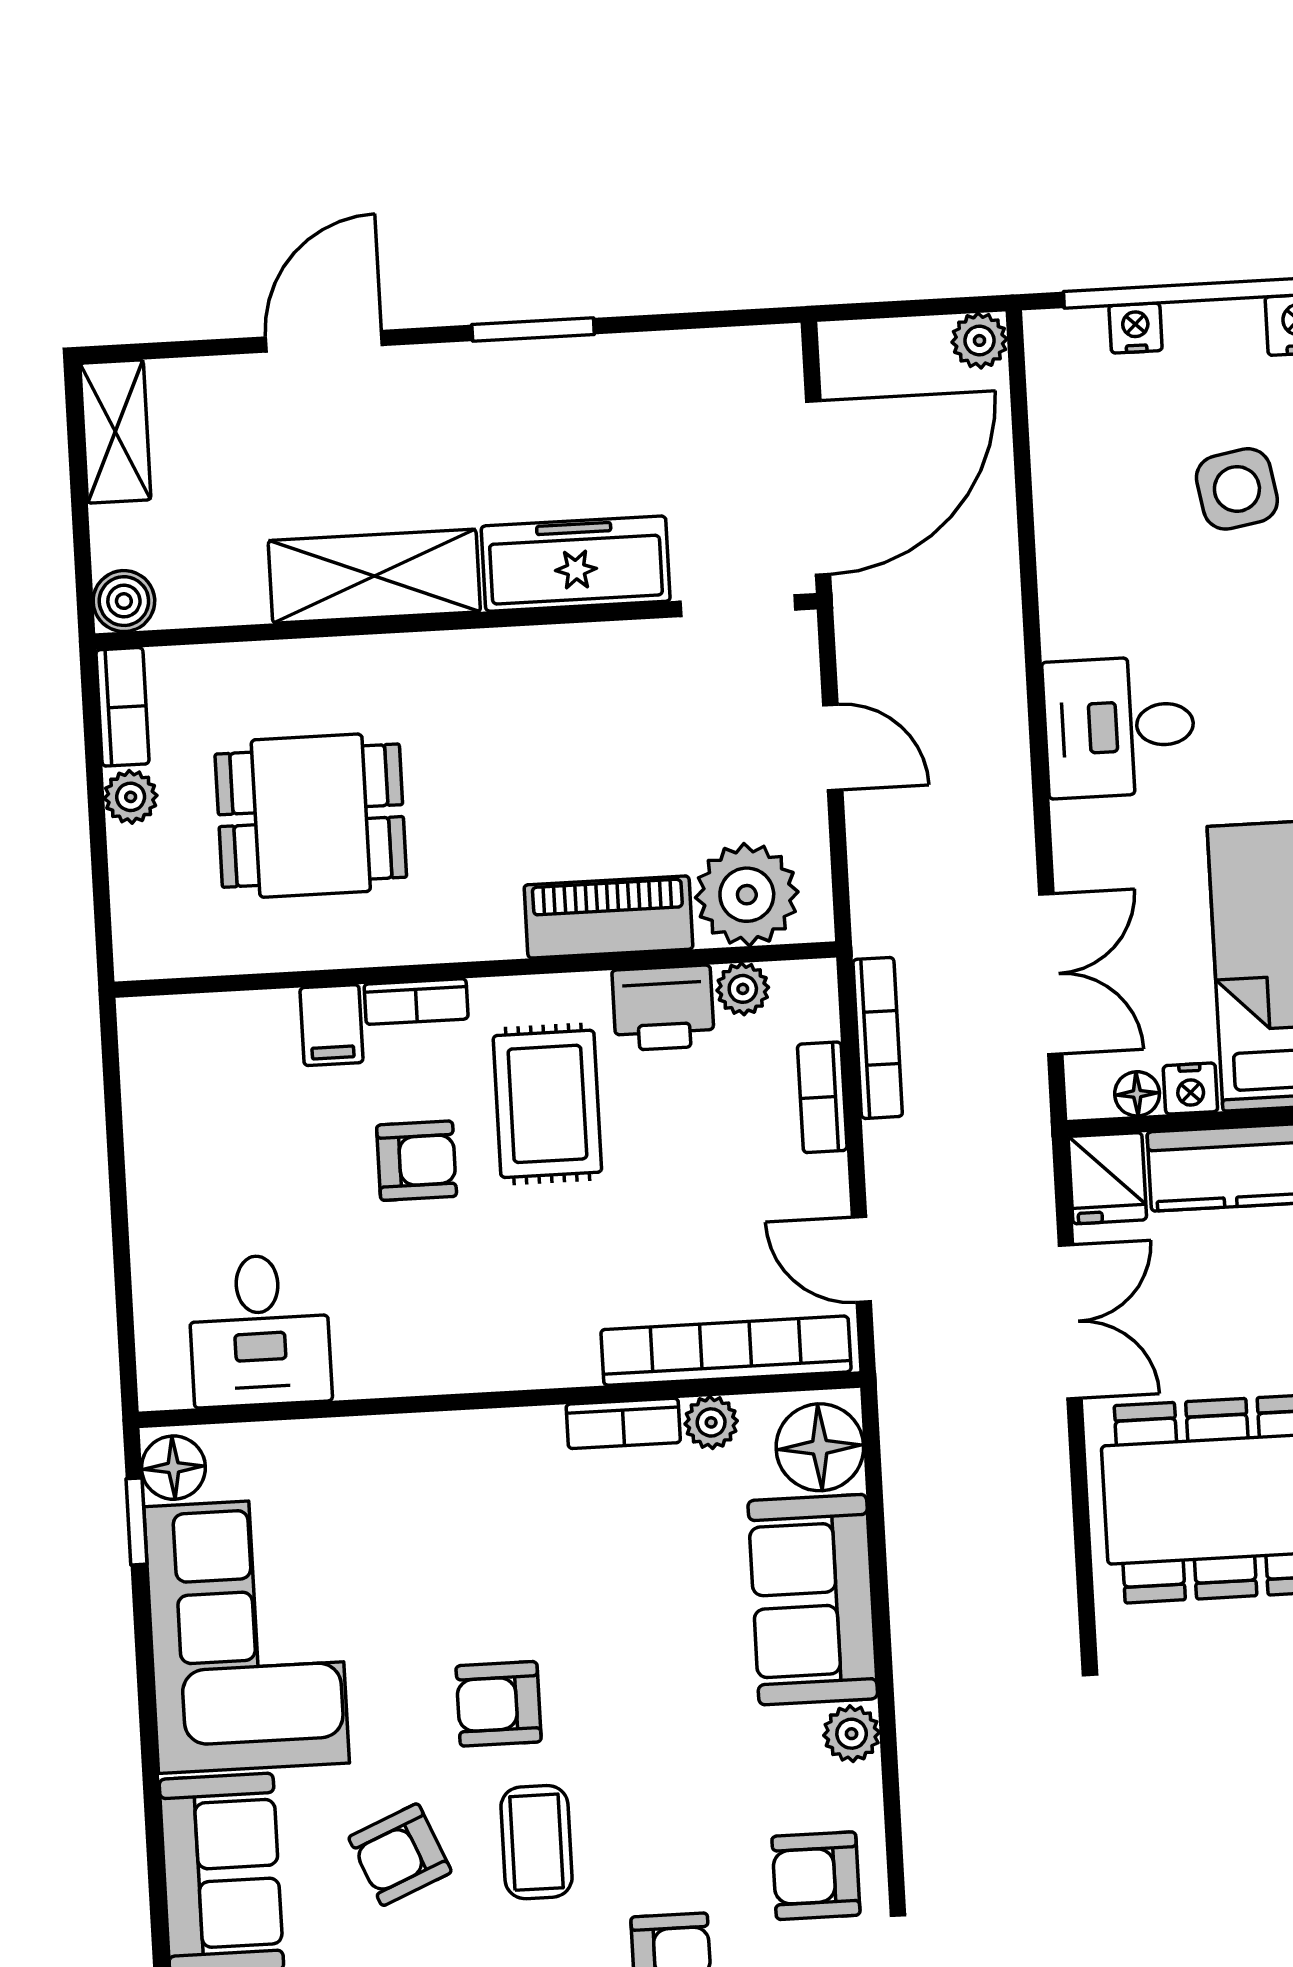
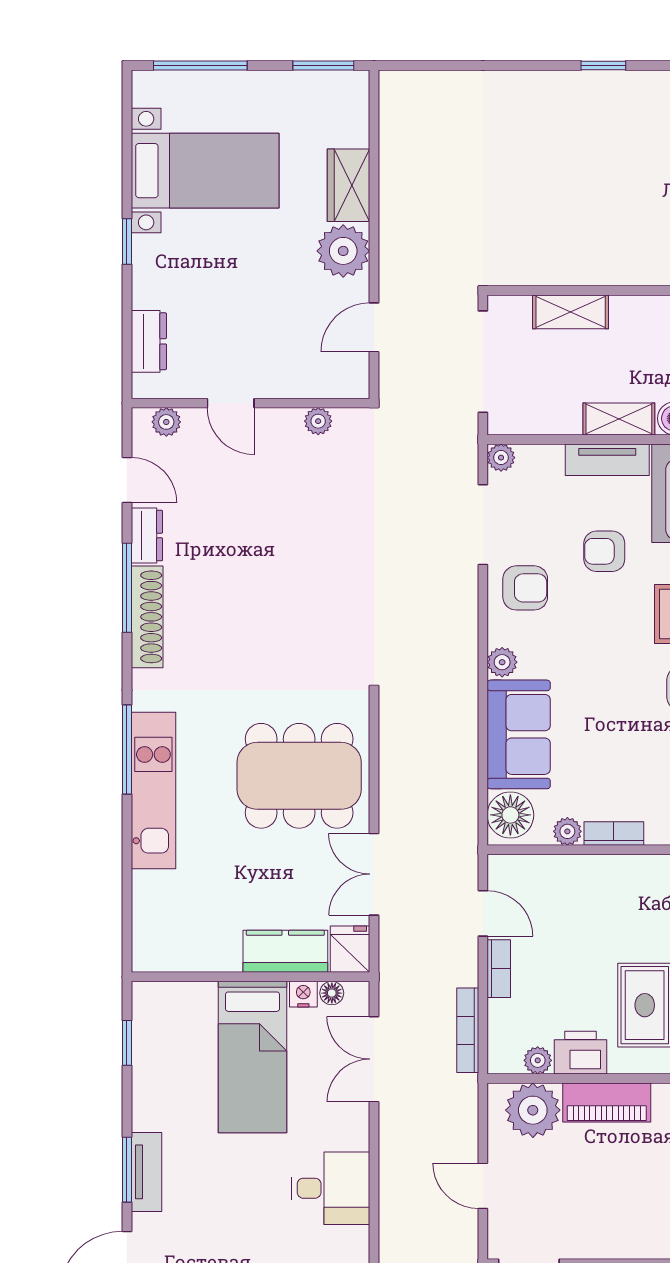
bookcase: (822, 1097) -> (499, 969), moved
bookcase: (726, 1351) -> (557, 869), removed

